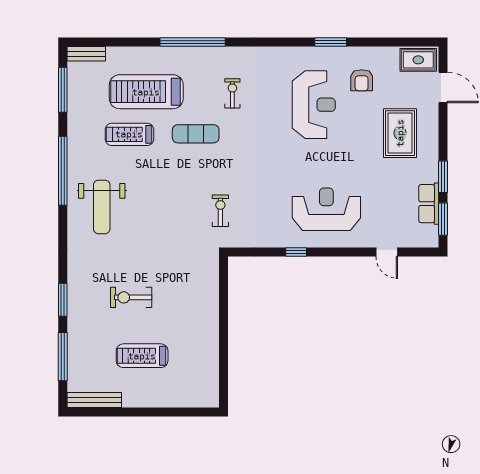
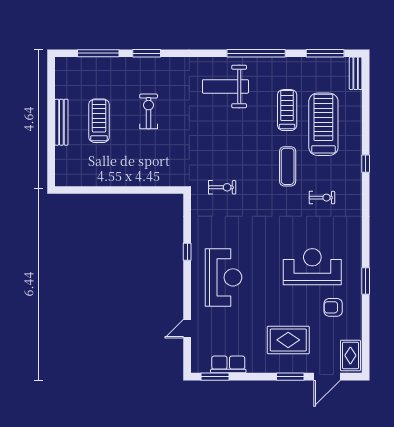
window: (193, 42) -> (366, 164), width x0.32
reception desk: (314, 105) -> (312, 267), turned 180
window: (443, 177) -> (290, 377), moved
bench: (94, 400) -> (61, 122), moved

